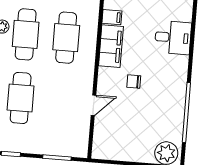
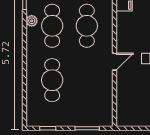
filing cabinet: (111, 46) -> (125, 30), removed
door: (93, 105) -> (115, 62), moved

